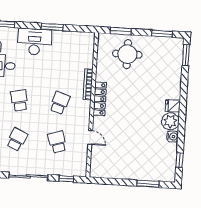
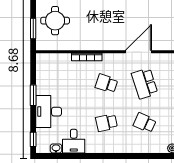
locker: (100, 99) -> (100, 45), removed
door: (90, 138) -> (138, 52), width x1.88
school desk: (57, 142) -> (145, 83), width x1.85

